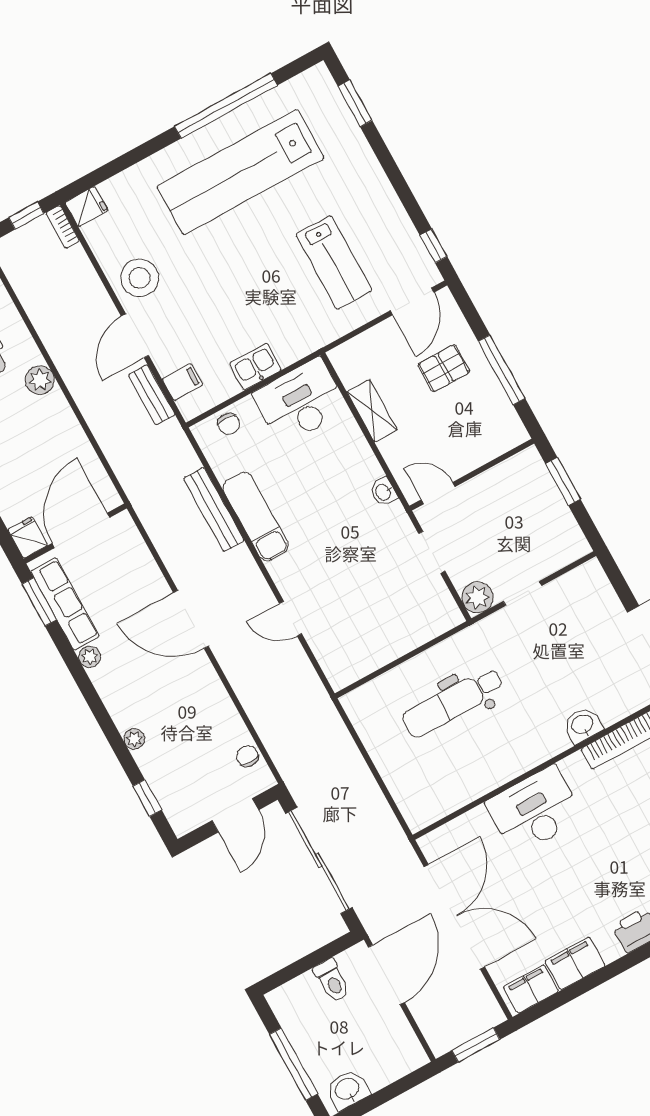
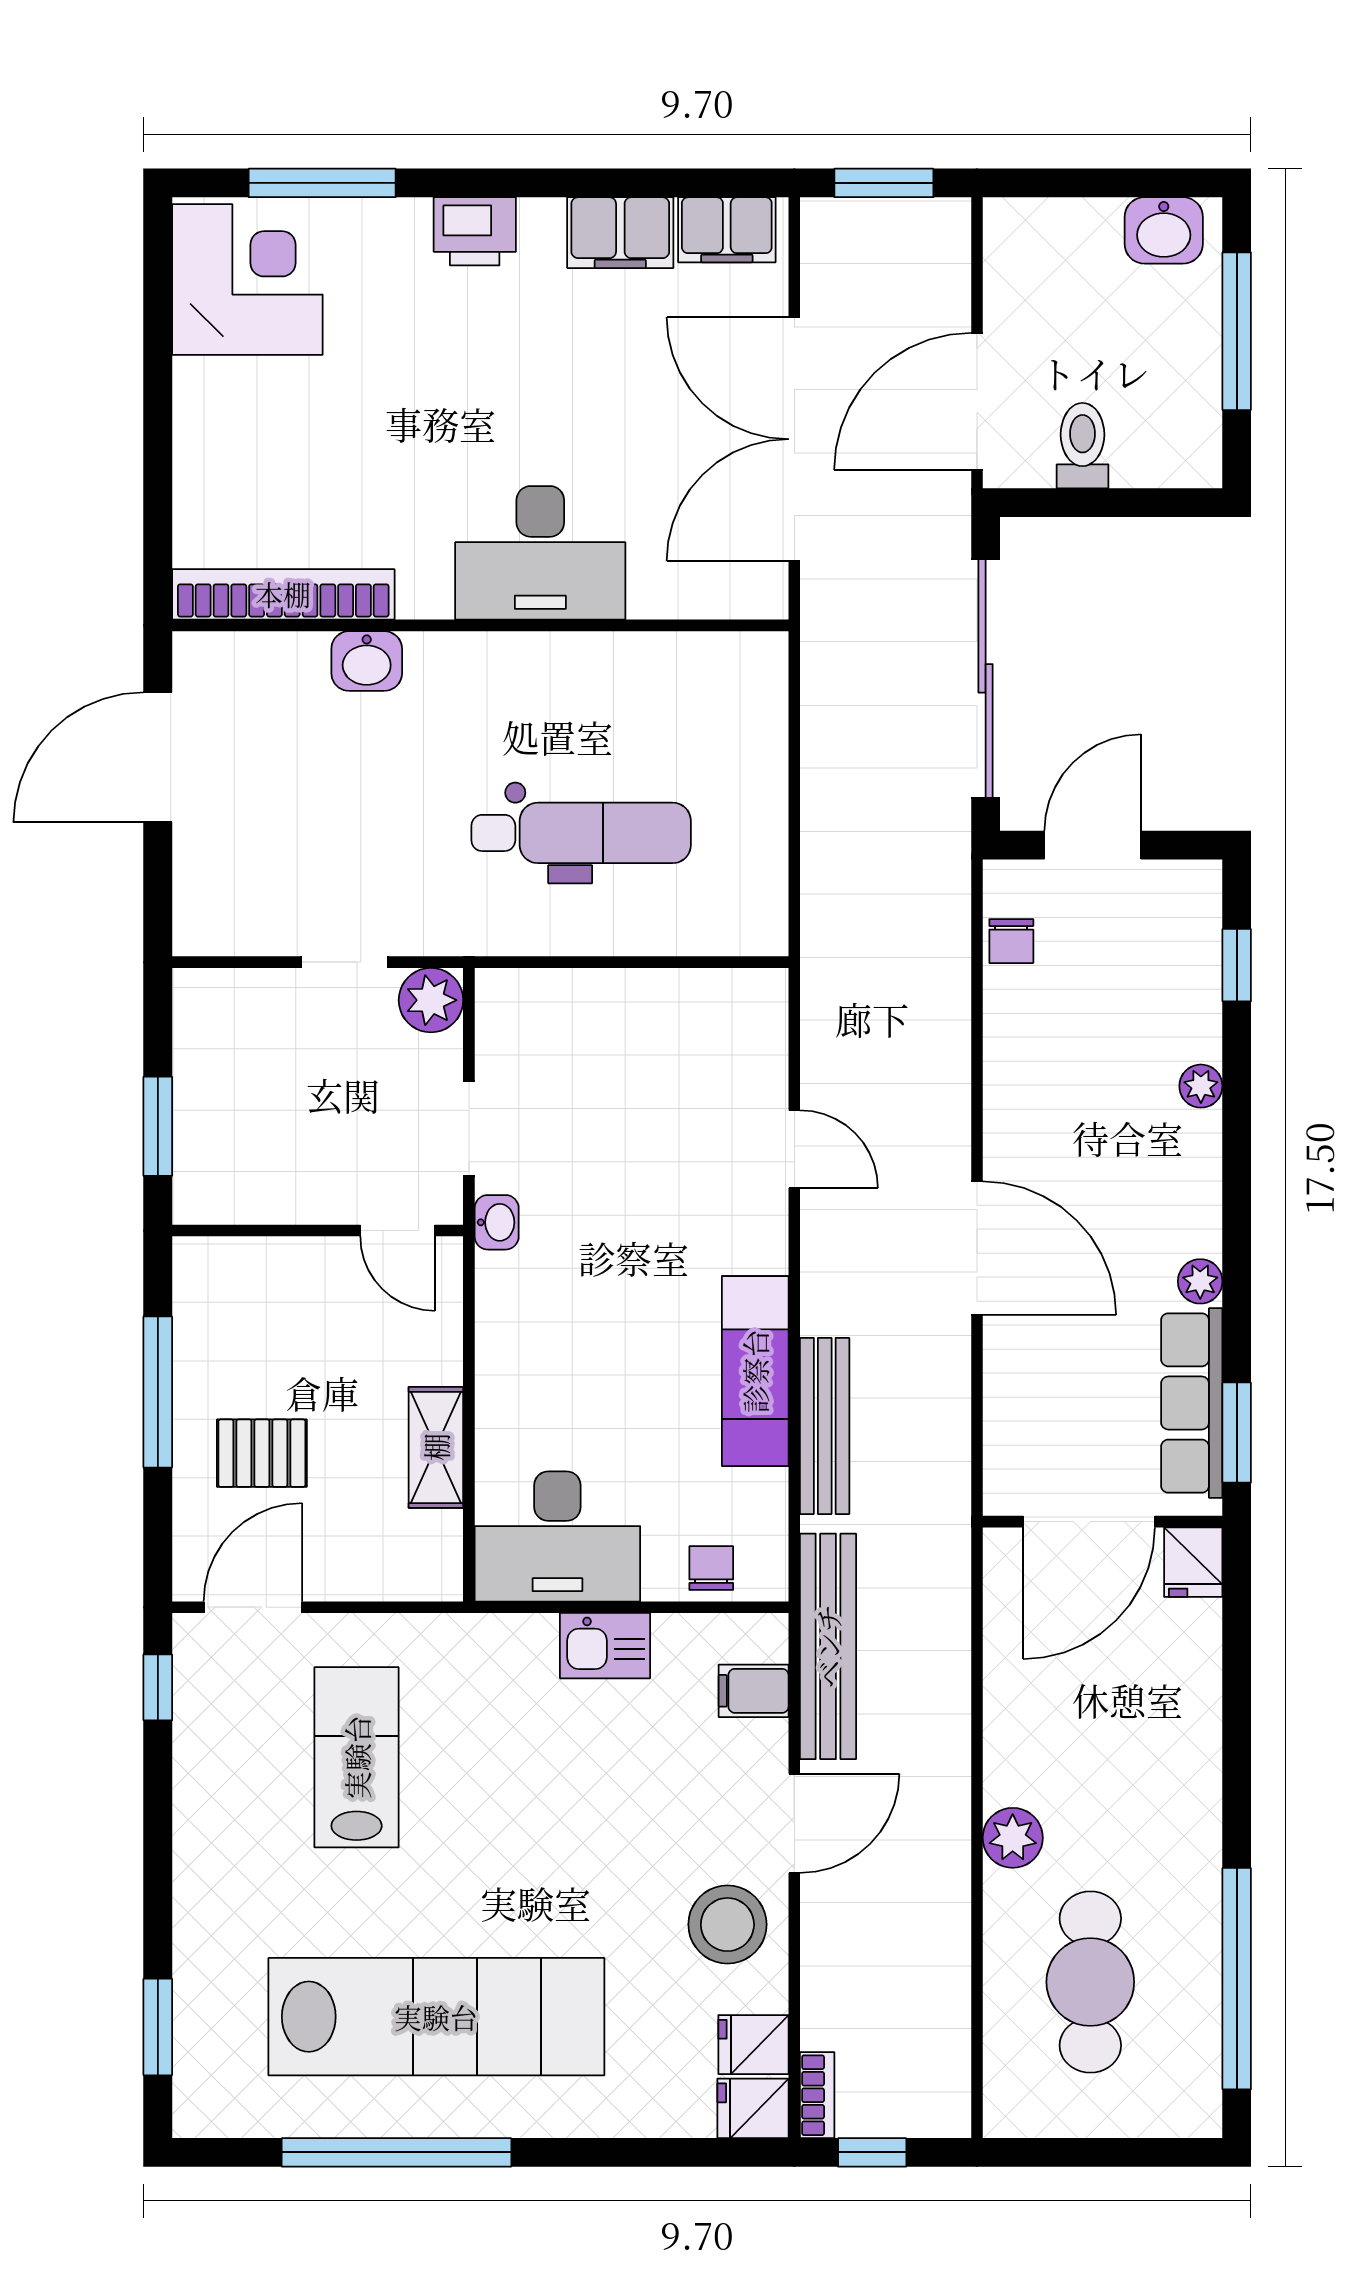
fridge: (101, 233) -> (753, 2045), added
bench: (152, 395) -> (828, 1646), width x1.86, depth x1.21
washbasin: (383, 492) -> (497, 1222), moved

